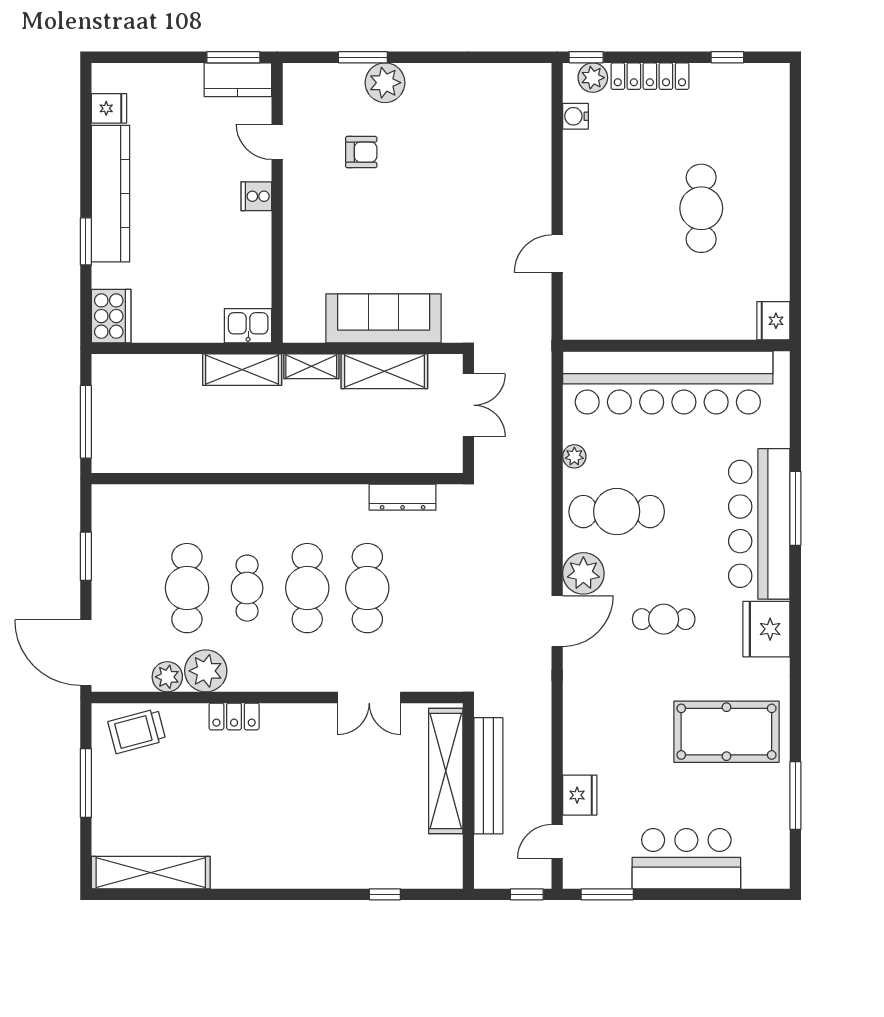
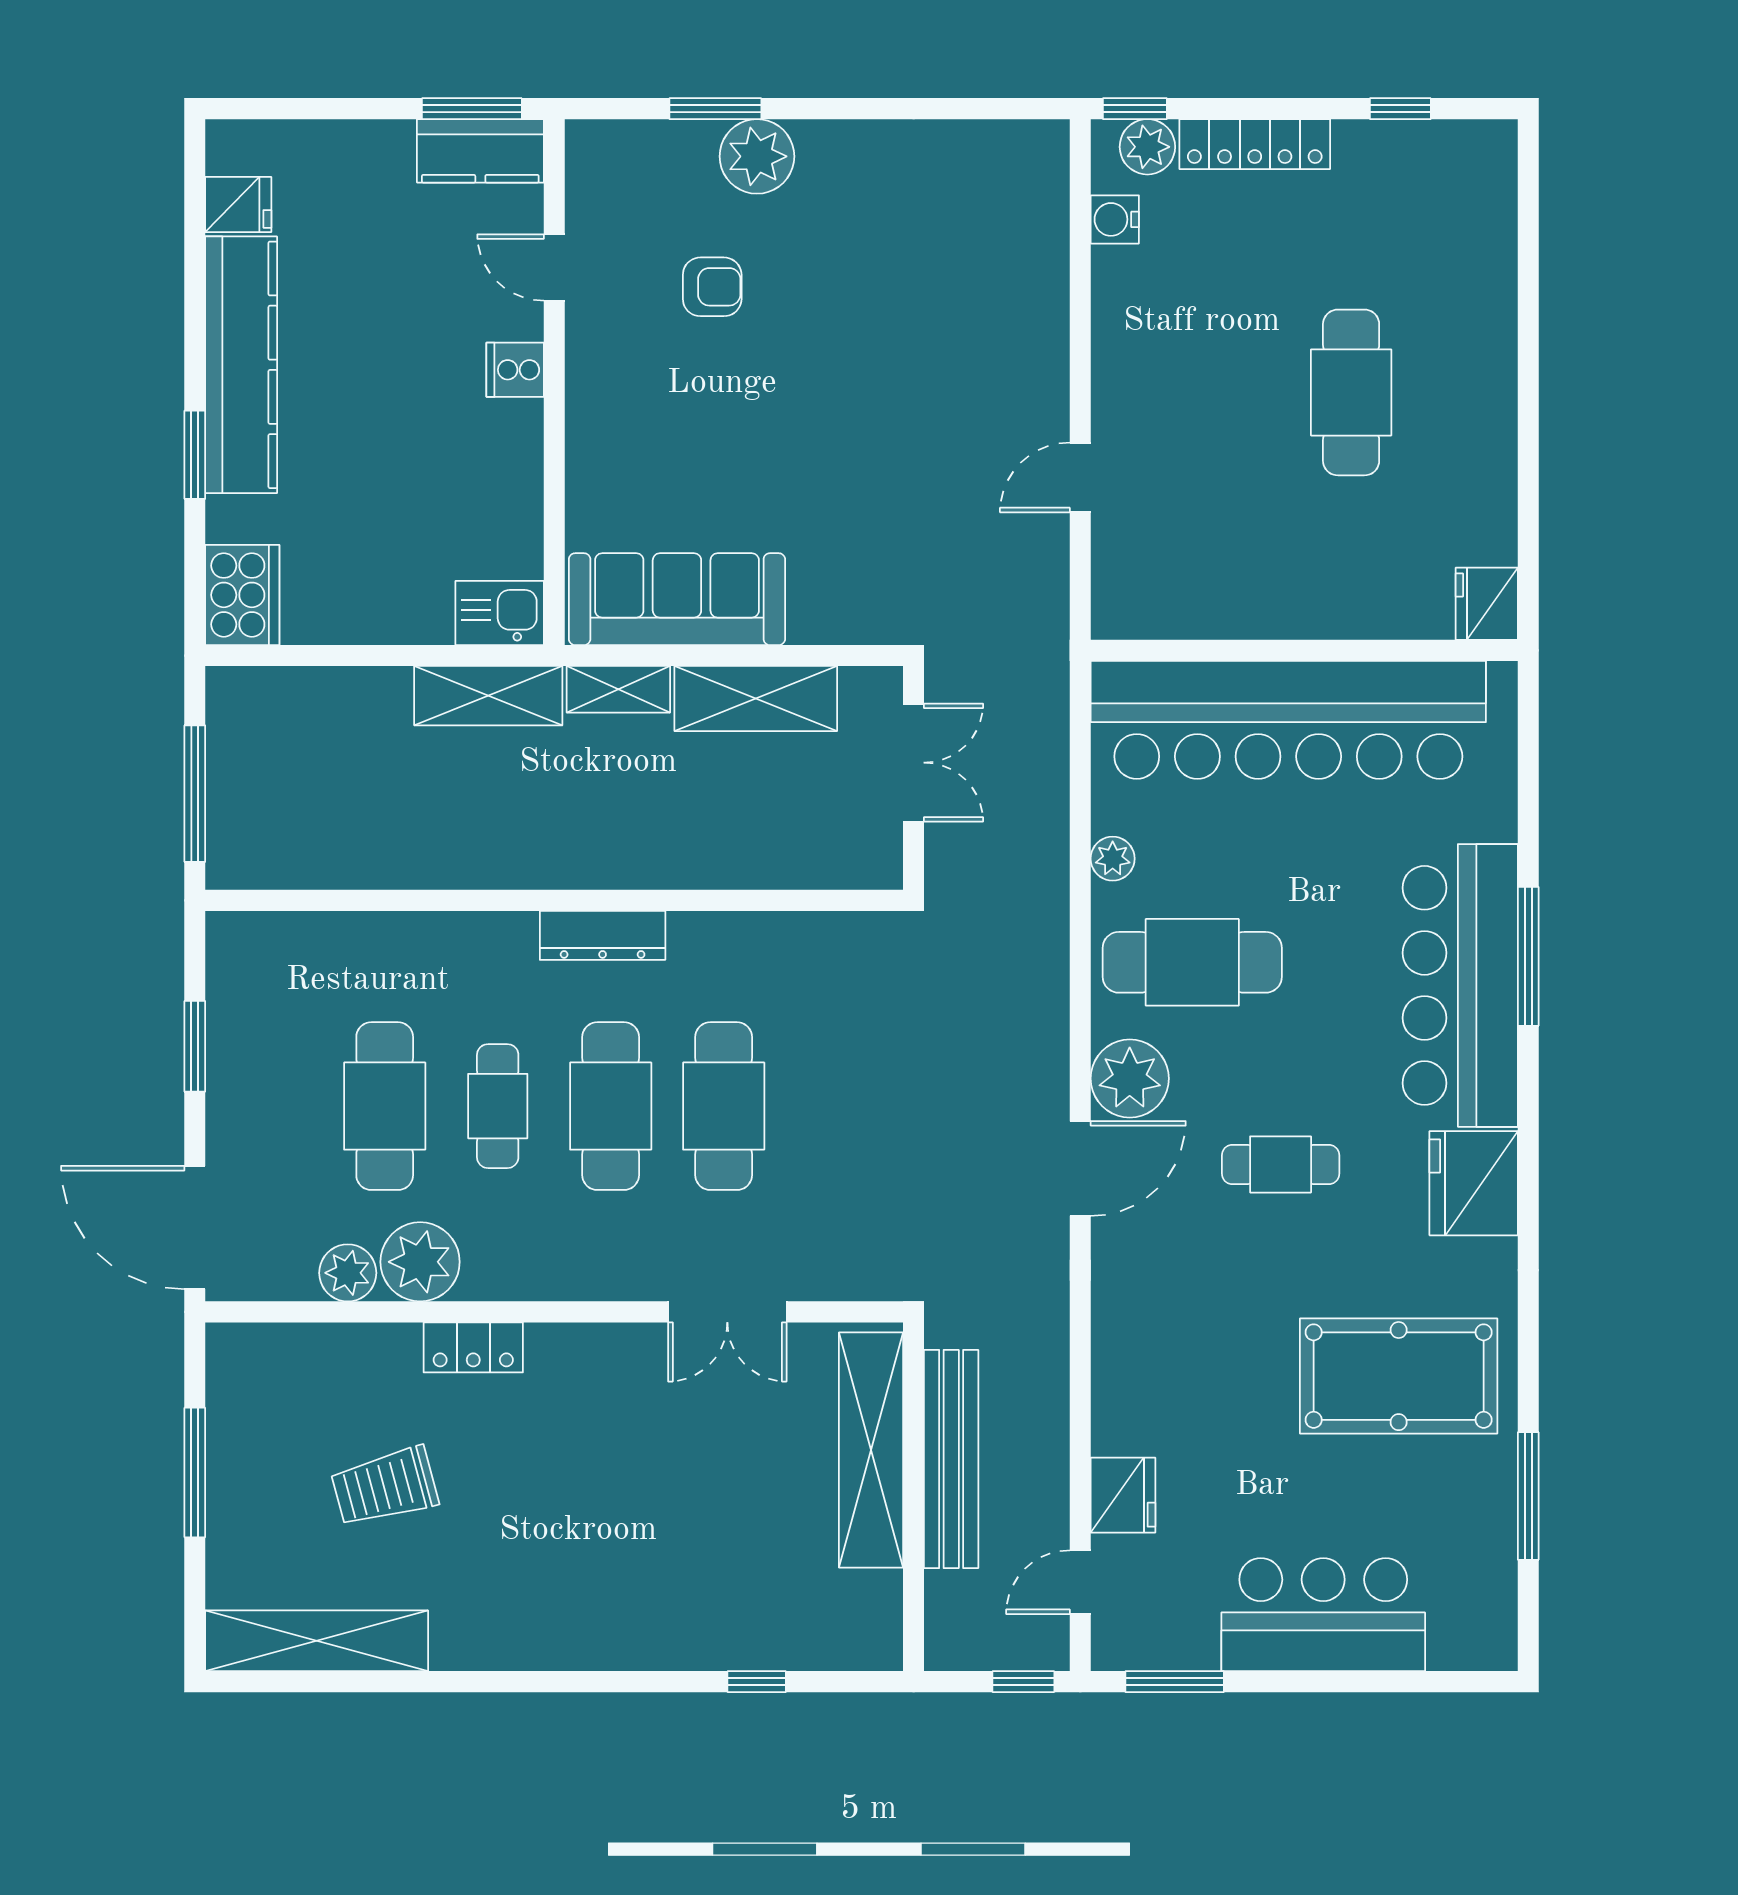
sofa: (384, 318) -> (677, 599), moved
dresser: (403, 497) -> (603, 935), moved
trolley: (137, 731) -> (385, 1487), moved

